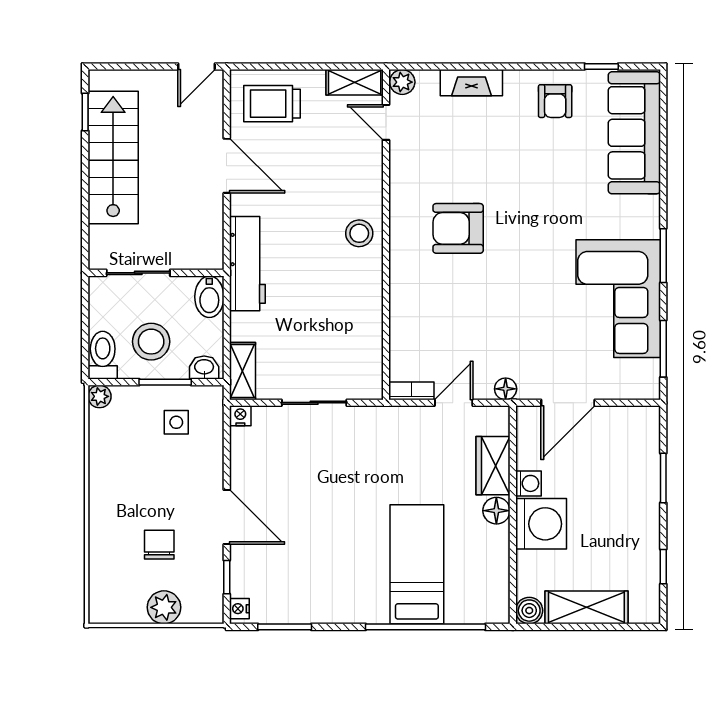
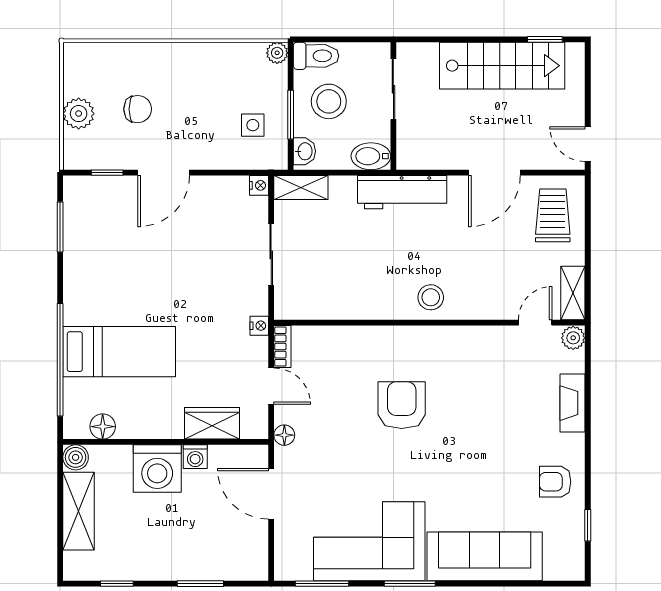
sofa: (634, 133) -> (485, 556), moved
armchair: (458, 228) -> (402, 405), moved
floor lamp: (496, 511) -> (103, 427), moved
nightstand: (239, 609) -> (259, 326), moved, turned 90

